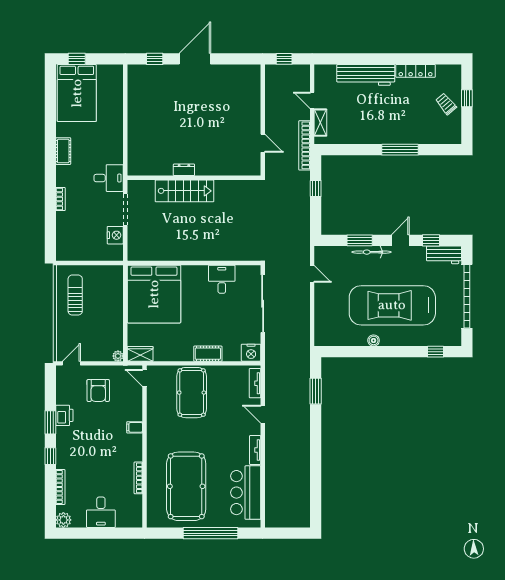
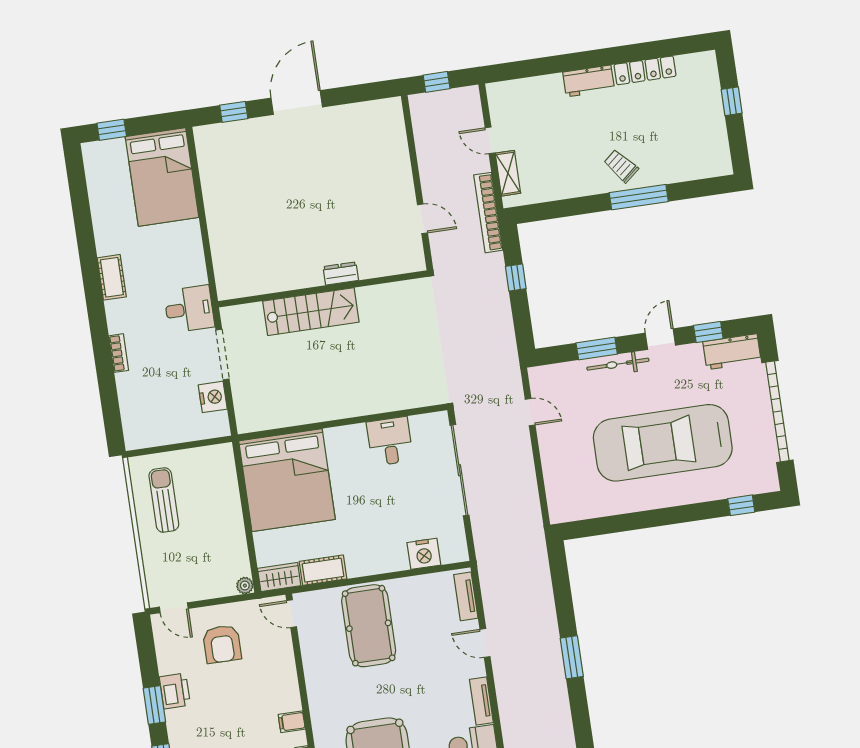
workbench: (366, 75) -> (589, 81), width x0.53, depth x0.76
bed: (77, 93) -> (162, 177), moved
trolley: (446, 104) -> (621, 166), moved
dresser: (184, 170) -> (341, 273), moved
boiler: (374, 340) -> (642, 502), removed
nightstand: (251, 353) -> (424, 554), moved
cot: (208, 354) -> (323, 570), moved
door: (71, 363) -> (174, 608), swing flipped
window: (316, 391) -> (572, 657), moved
filing cabinet: (135, 427) -> (292, 722), moved

